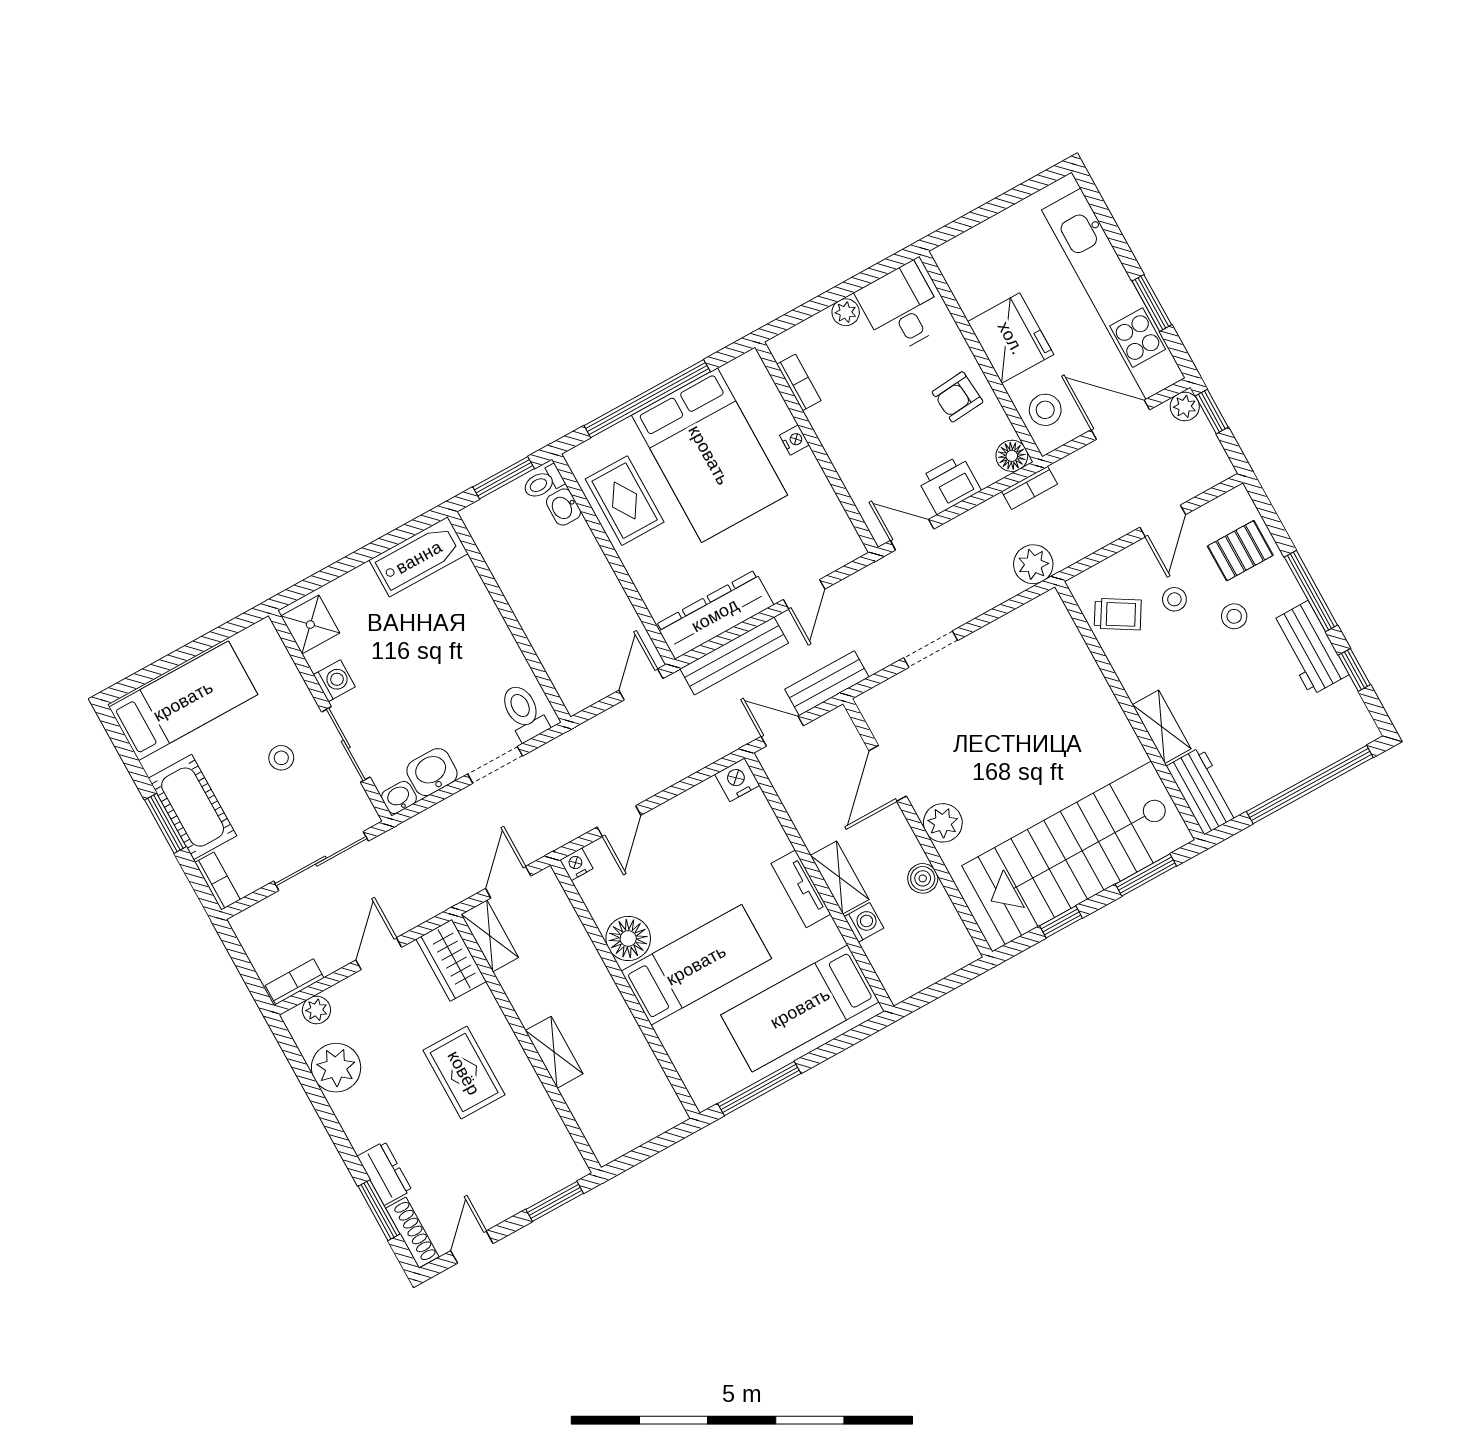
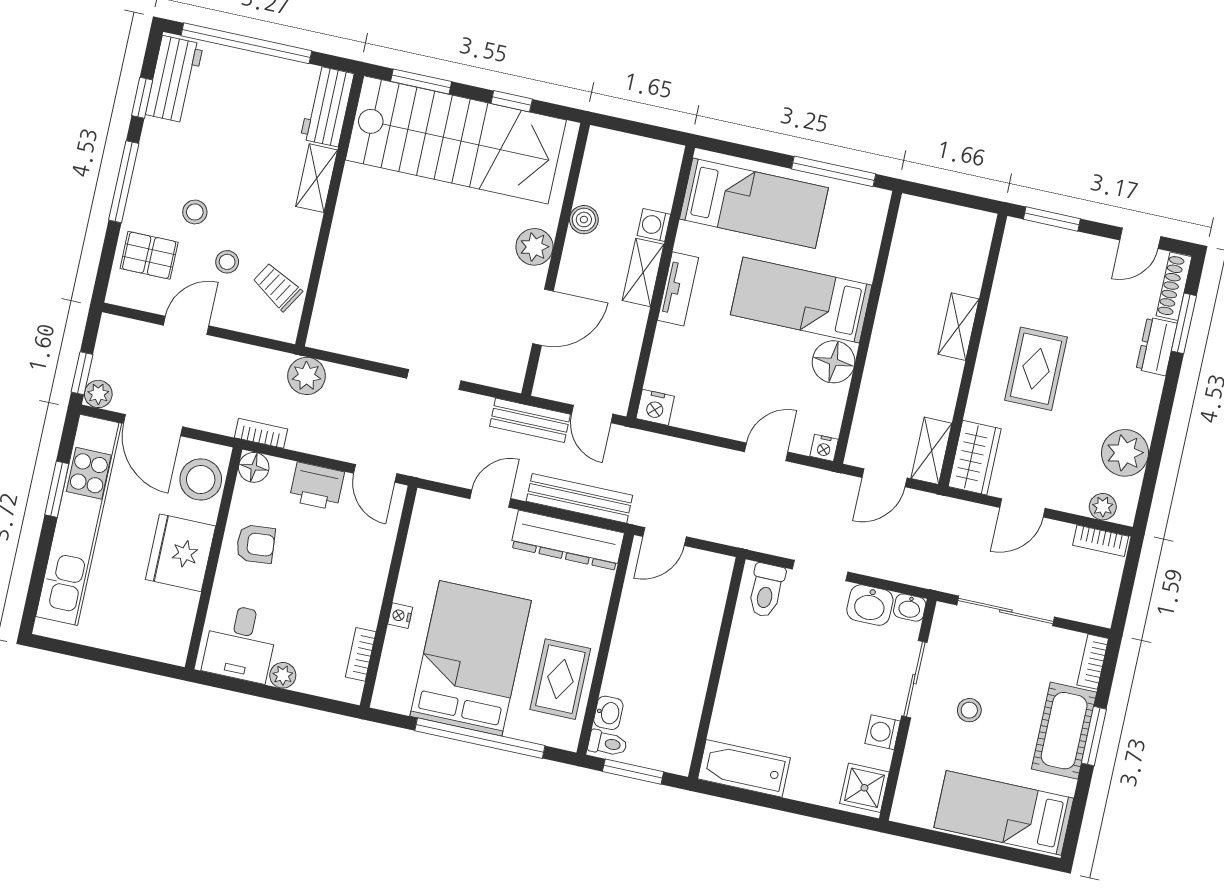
stool: (1045, 410) -> (201, 479), width x1.38, depth x1.38
workbench: (1309, 648) -> (174, 79), moved

